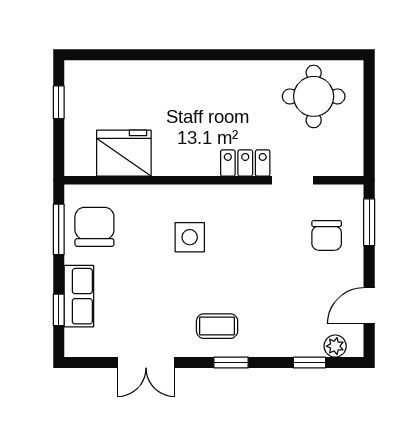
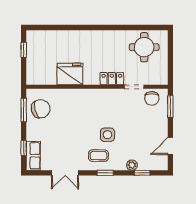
fridge: (124, 153) -> (70, 74), moved
chair: (94, 227) -> (41, 109), turned 76
chair: (327, 235) -> (152, 98), moved
side table: (190, 237) -> (107, 135), moved
row of seats: (79, 296) -> (33, 156), moved
plant: (335, 346) -> (132, 165), moved

